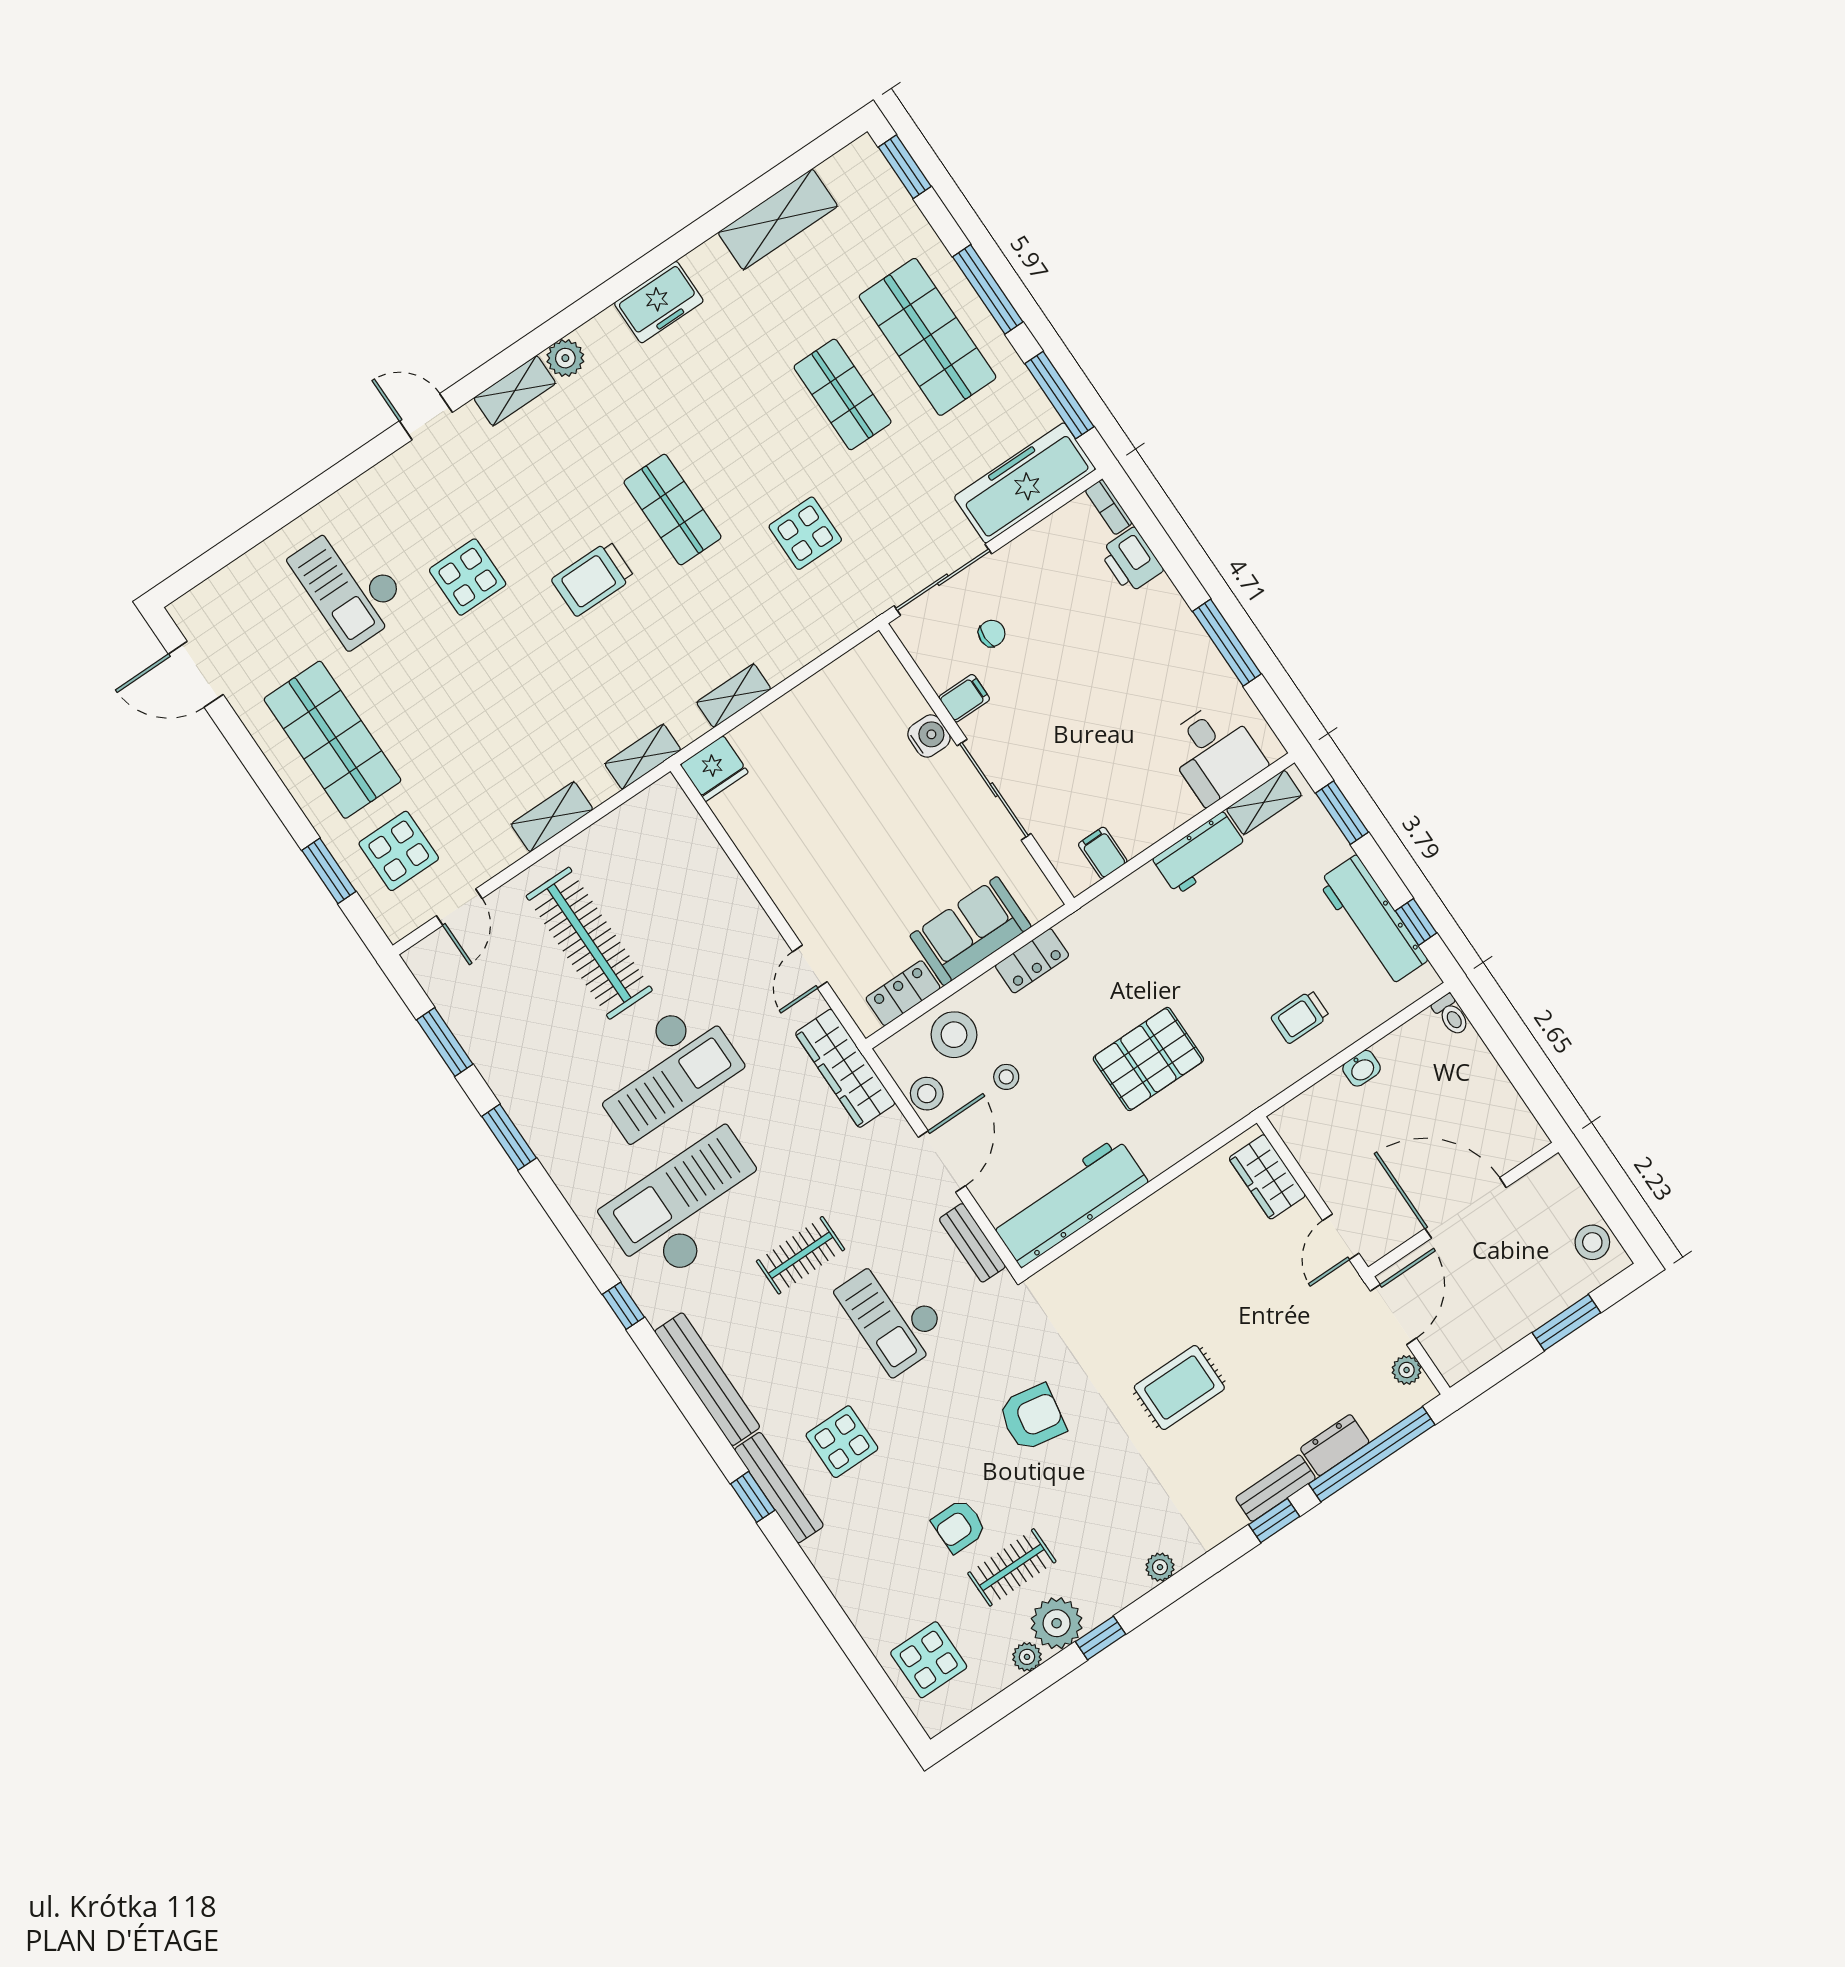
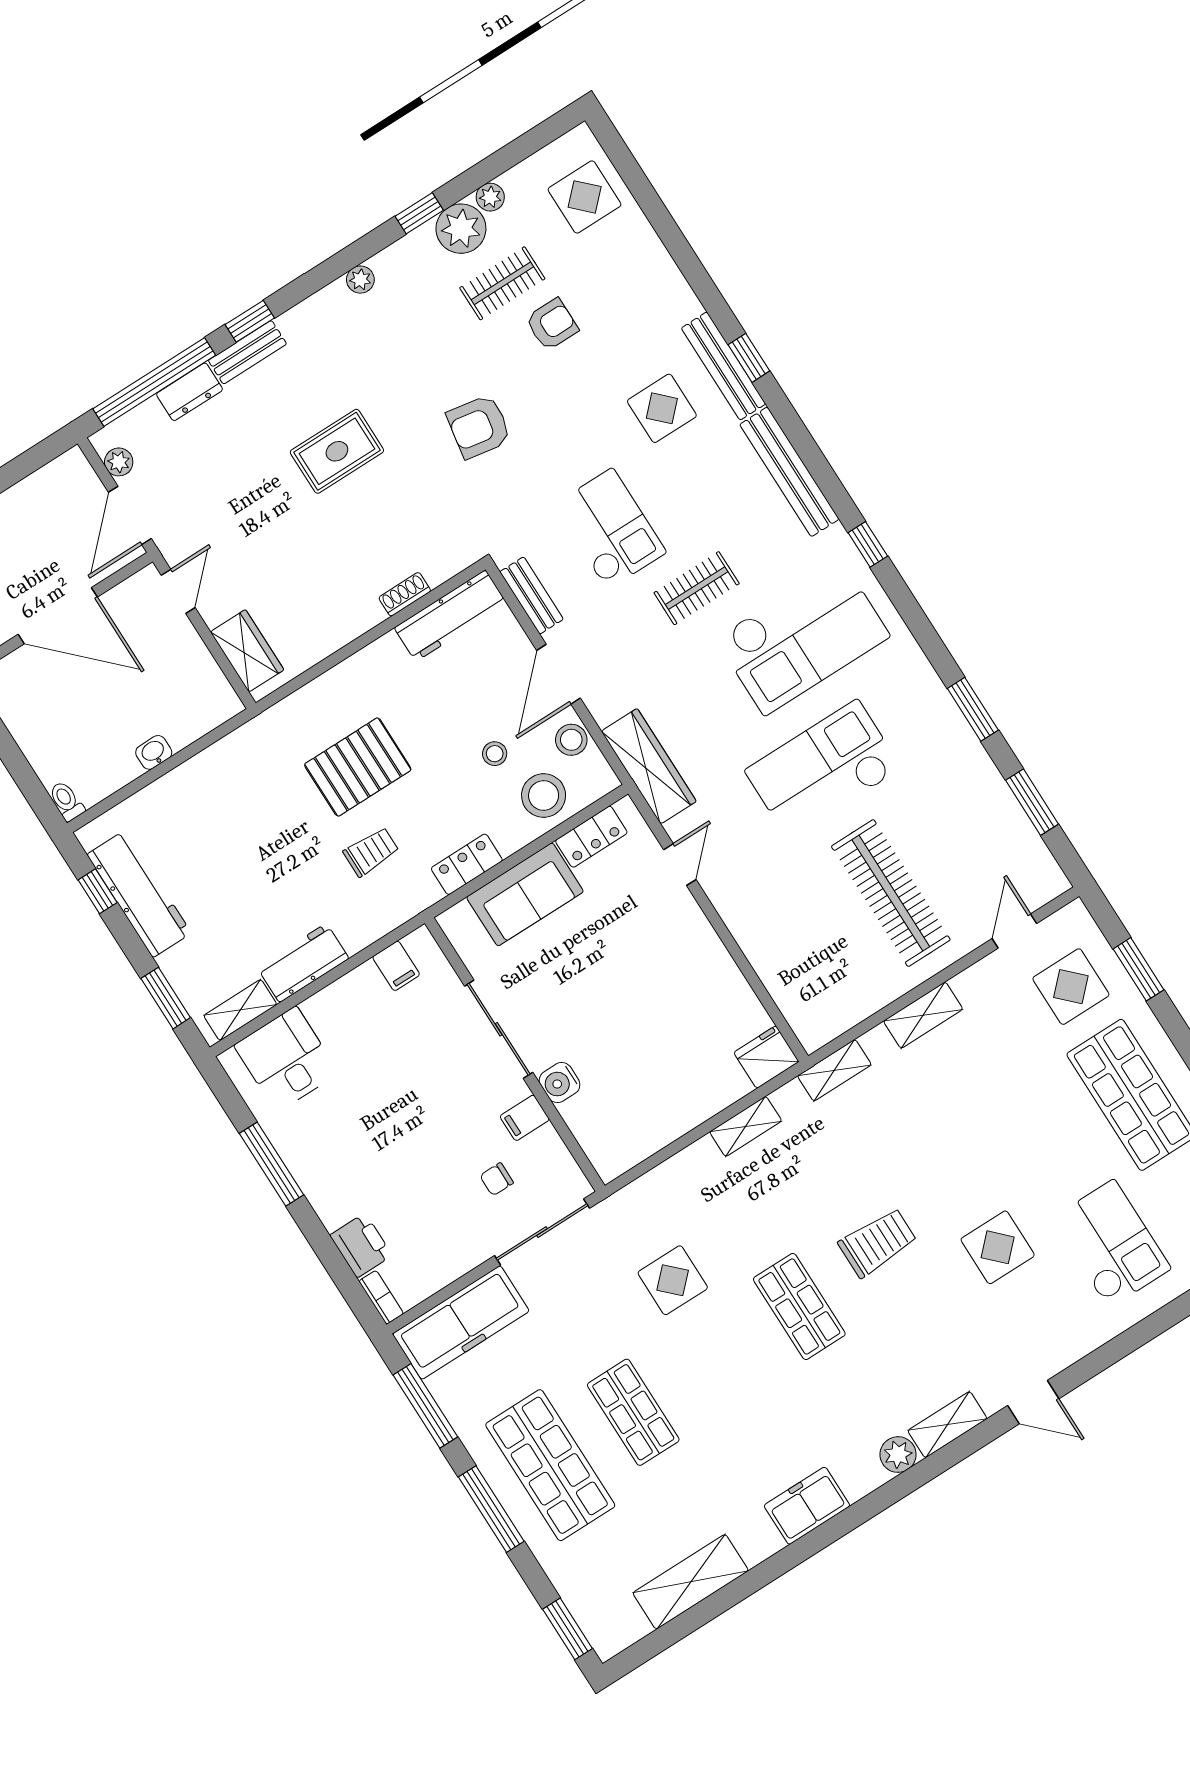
trolley: (1300, 1017) -> (371, 852), moved
workbench: (1069, 1202) -> (451, 616), width x0.73, depth x0.76
shoe rack: (1105, 1240) -> (405, 594), added

